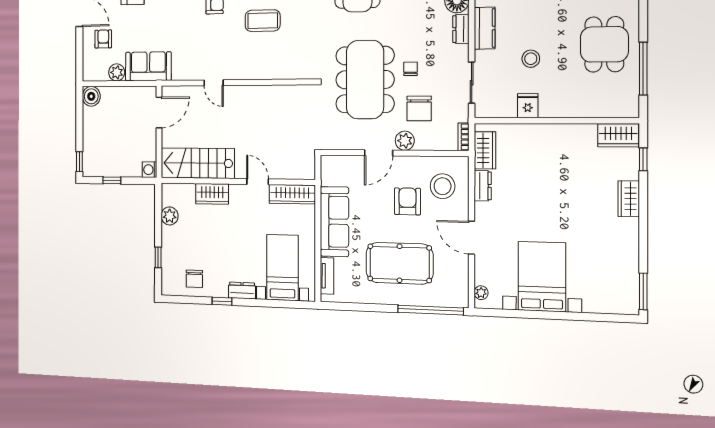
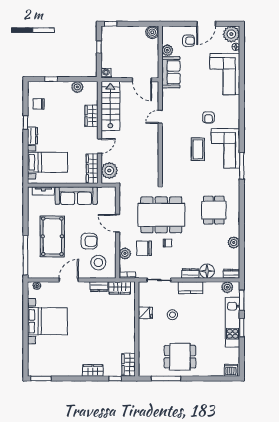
plant: (405, 141) -> (125, 253), moved
plant: (295, 166) -> (109, 171), added

